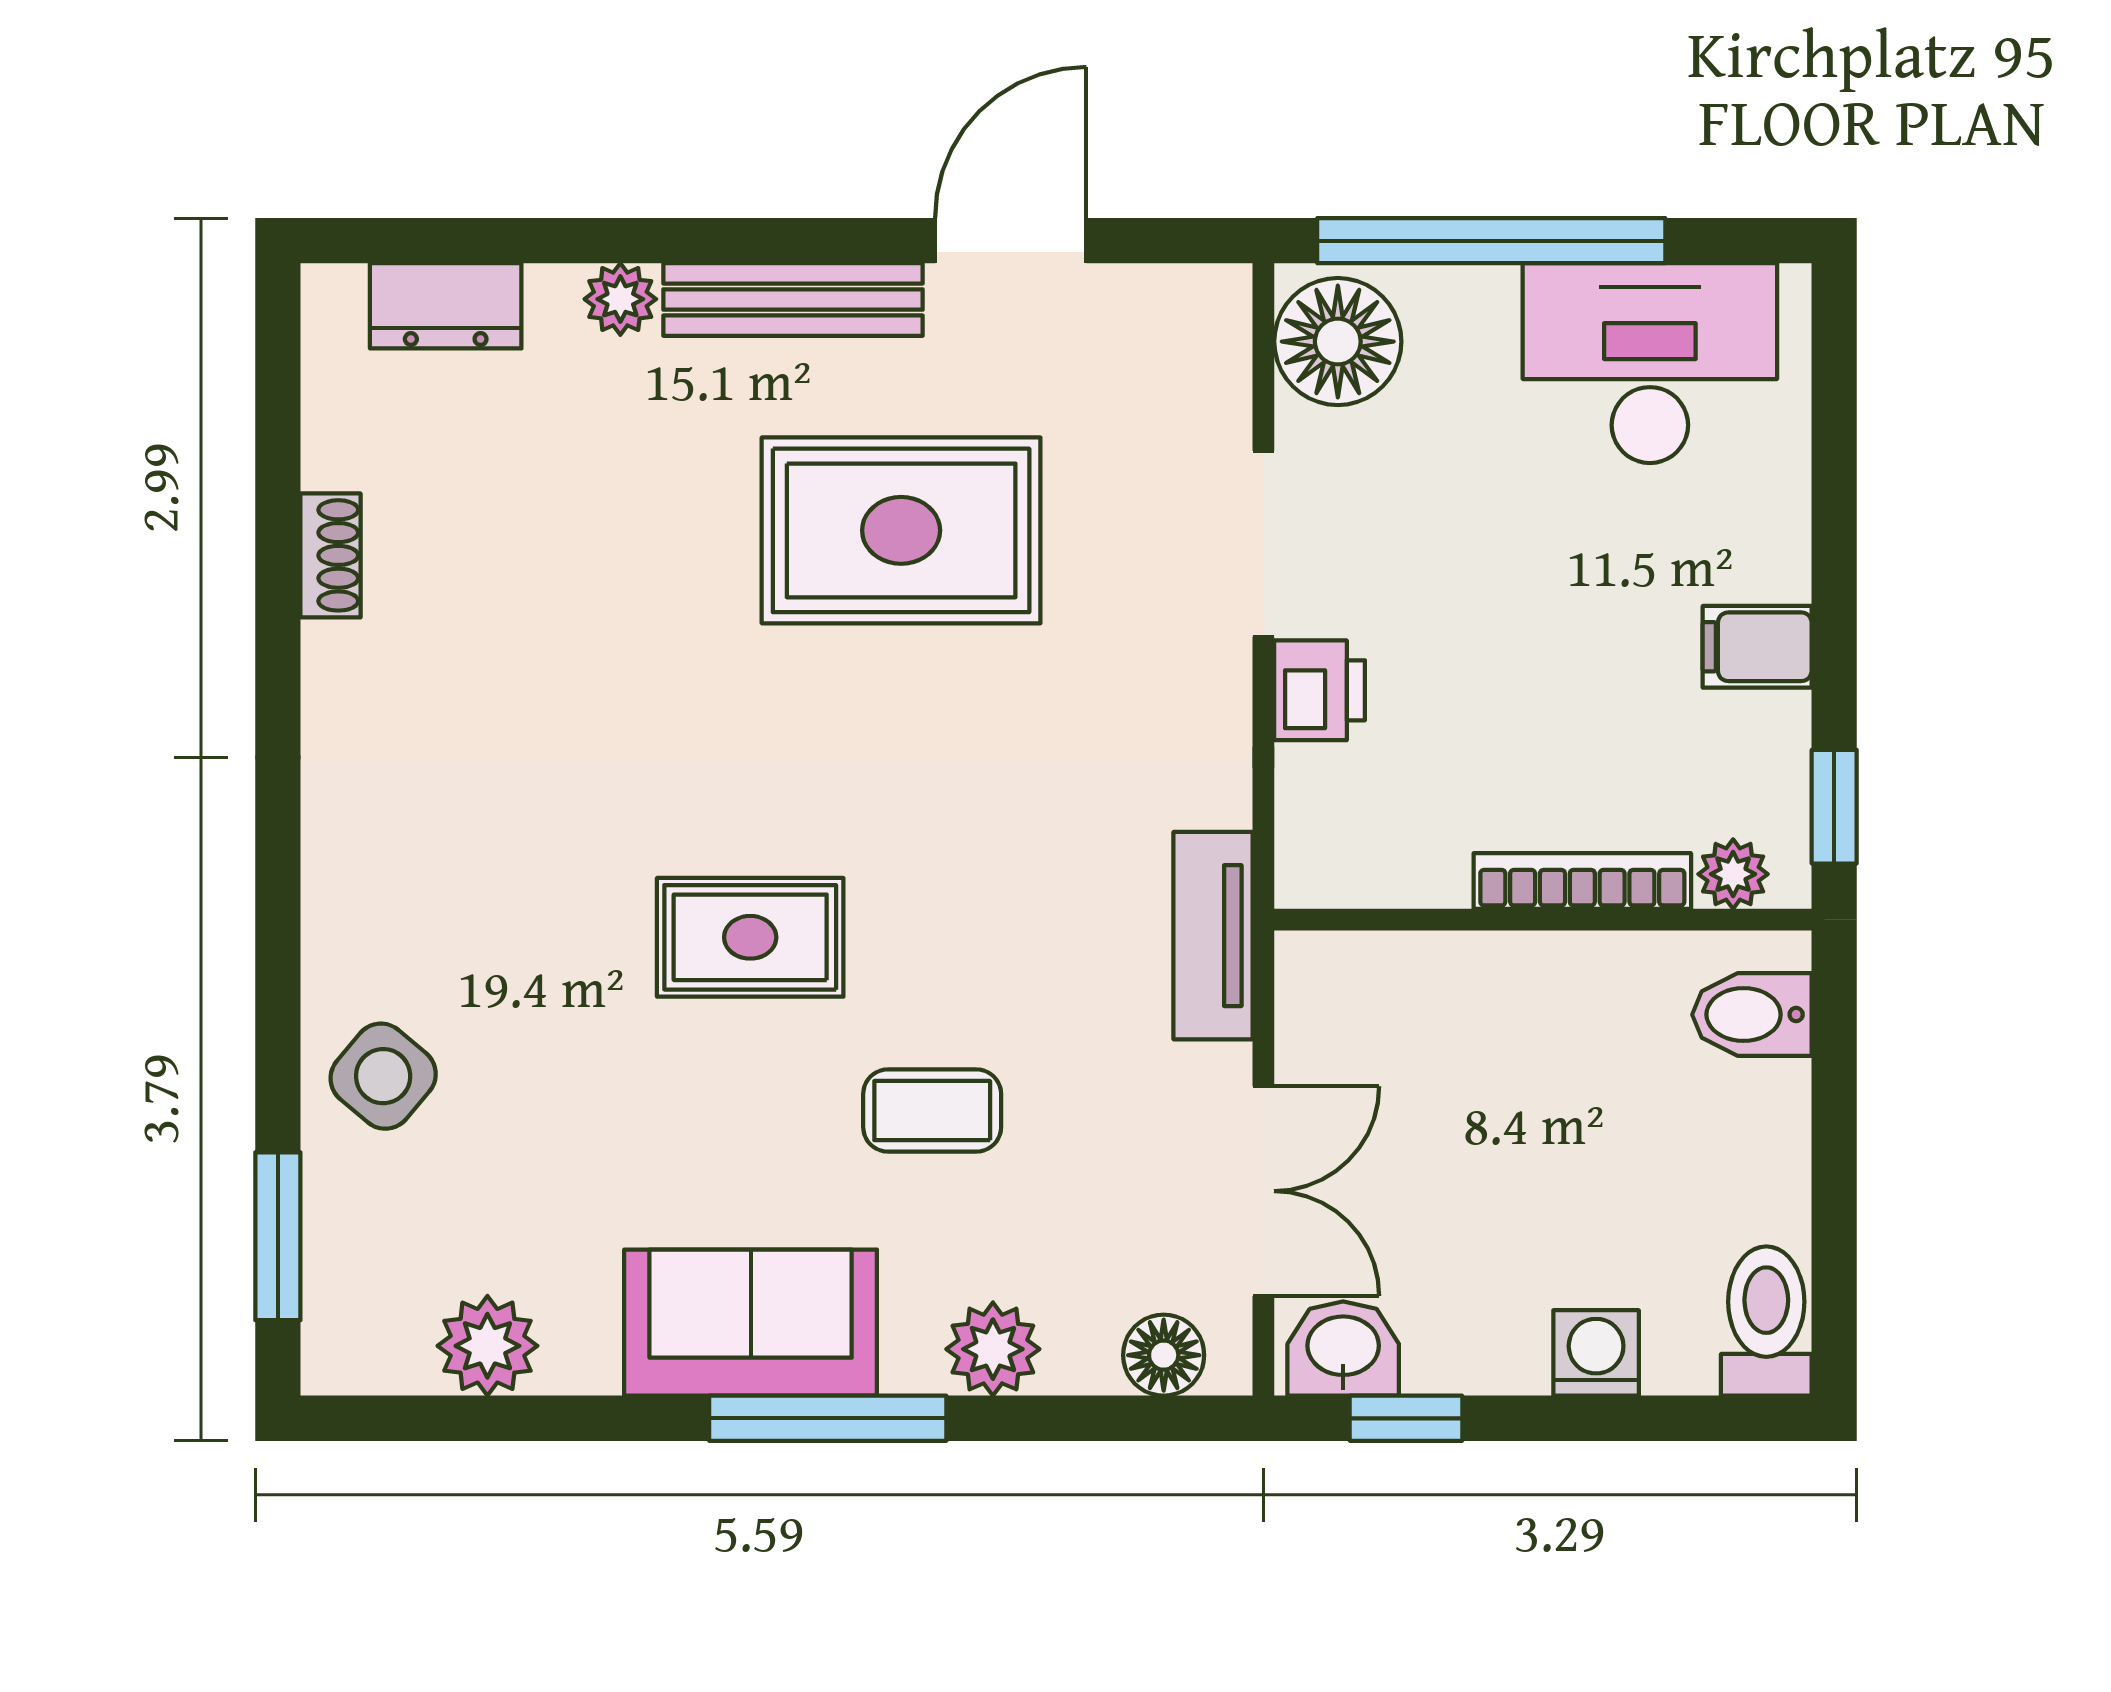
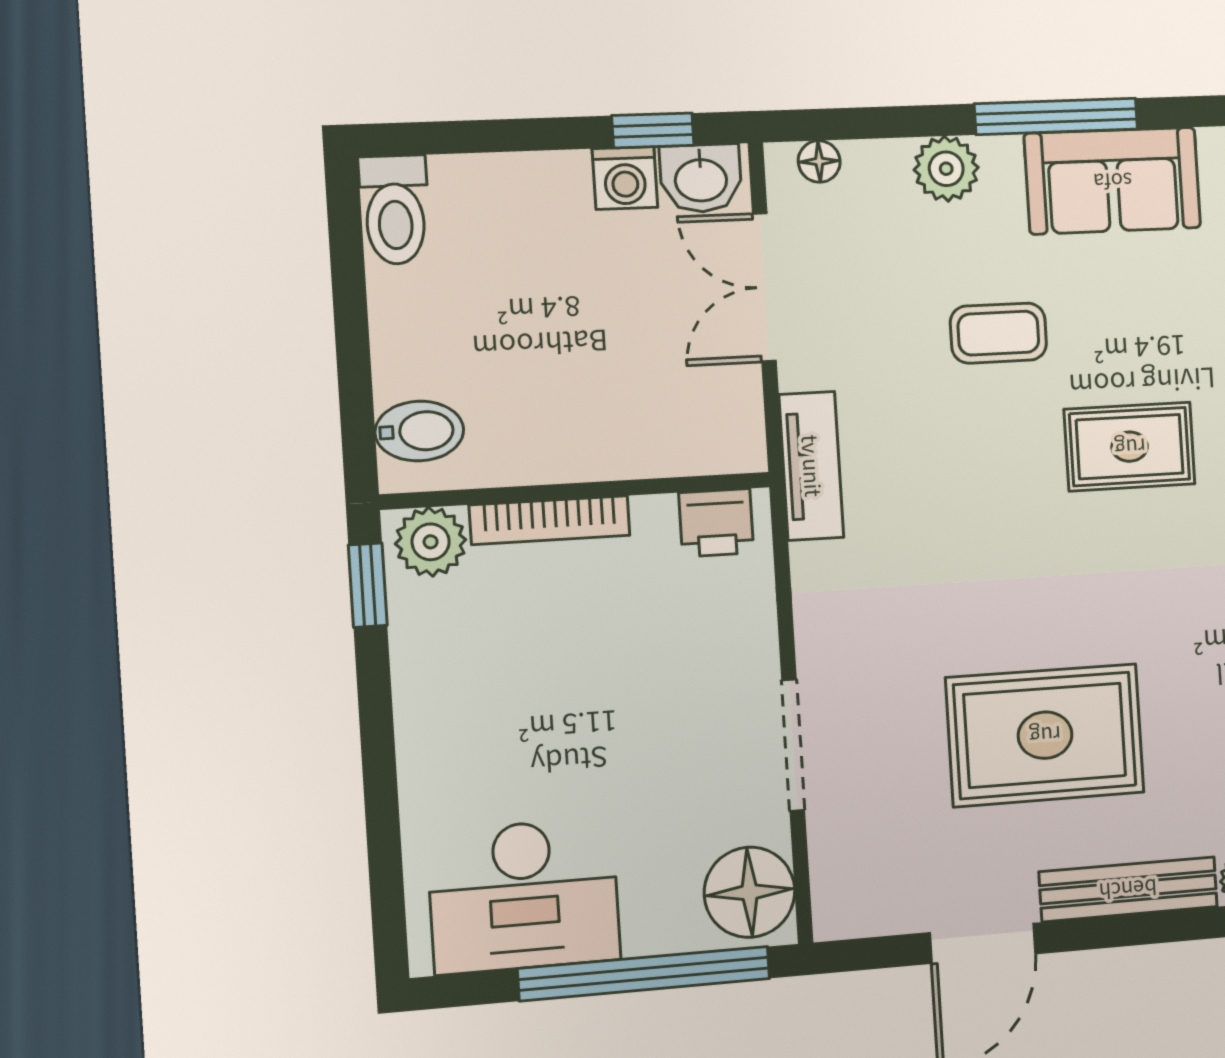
filing cabinet: (1757, 647) -> (432, 697), removed
printer: (1320, 690) -> (716, 523), moved, turned -90
plant: (1733, 874) -> (431, 542), width x1.38, depth x1.38
washing machine: (1596, 1353) -> (625, 178), moved
floor lamp: (1164, 1355) -> (819, 161), width x0.73, depth x0.73

